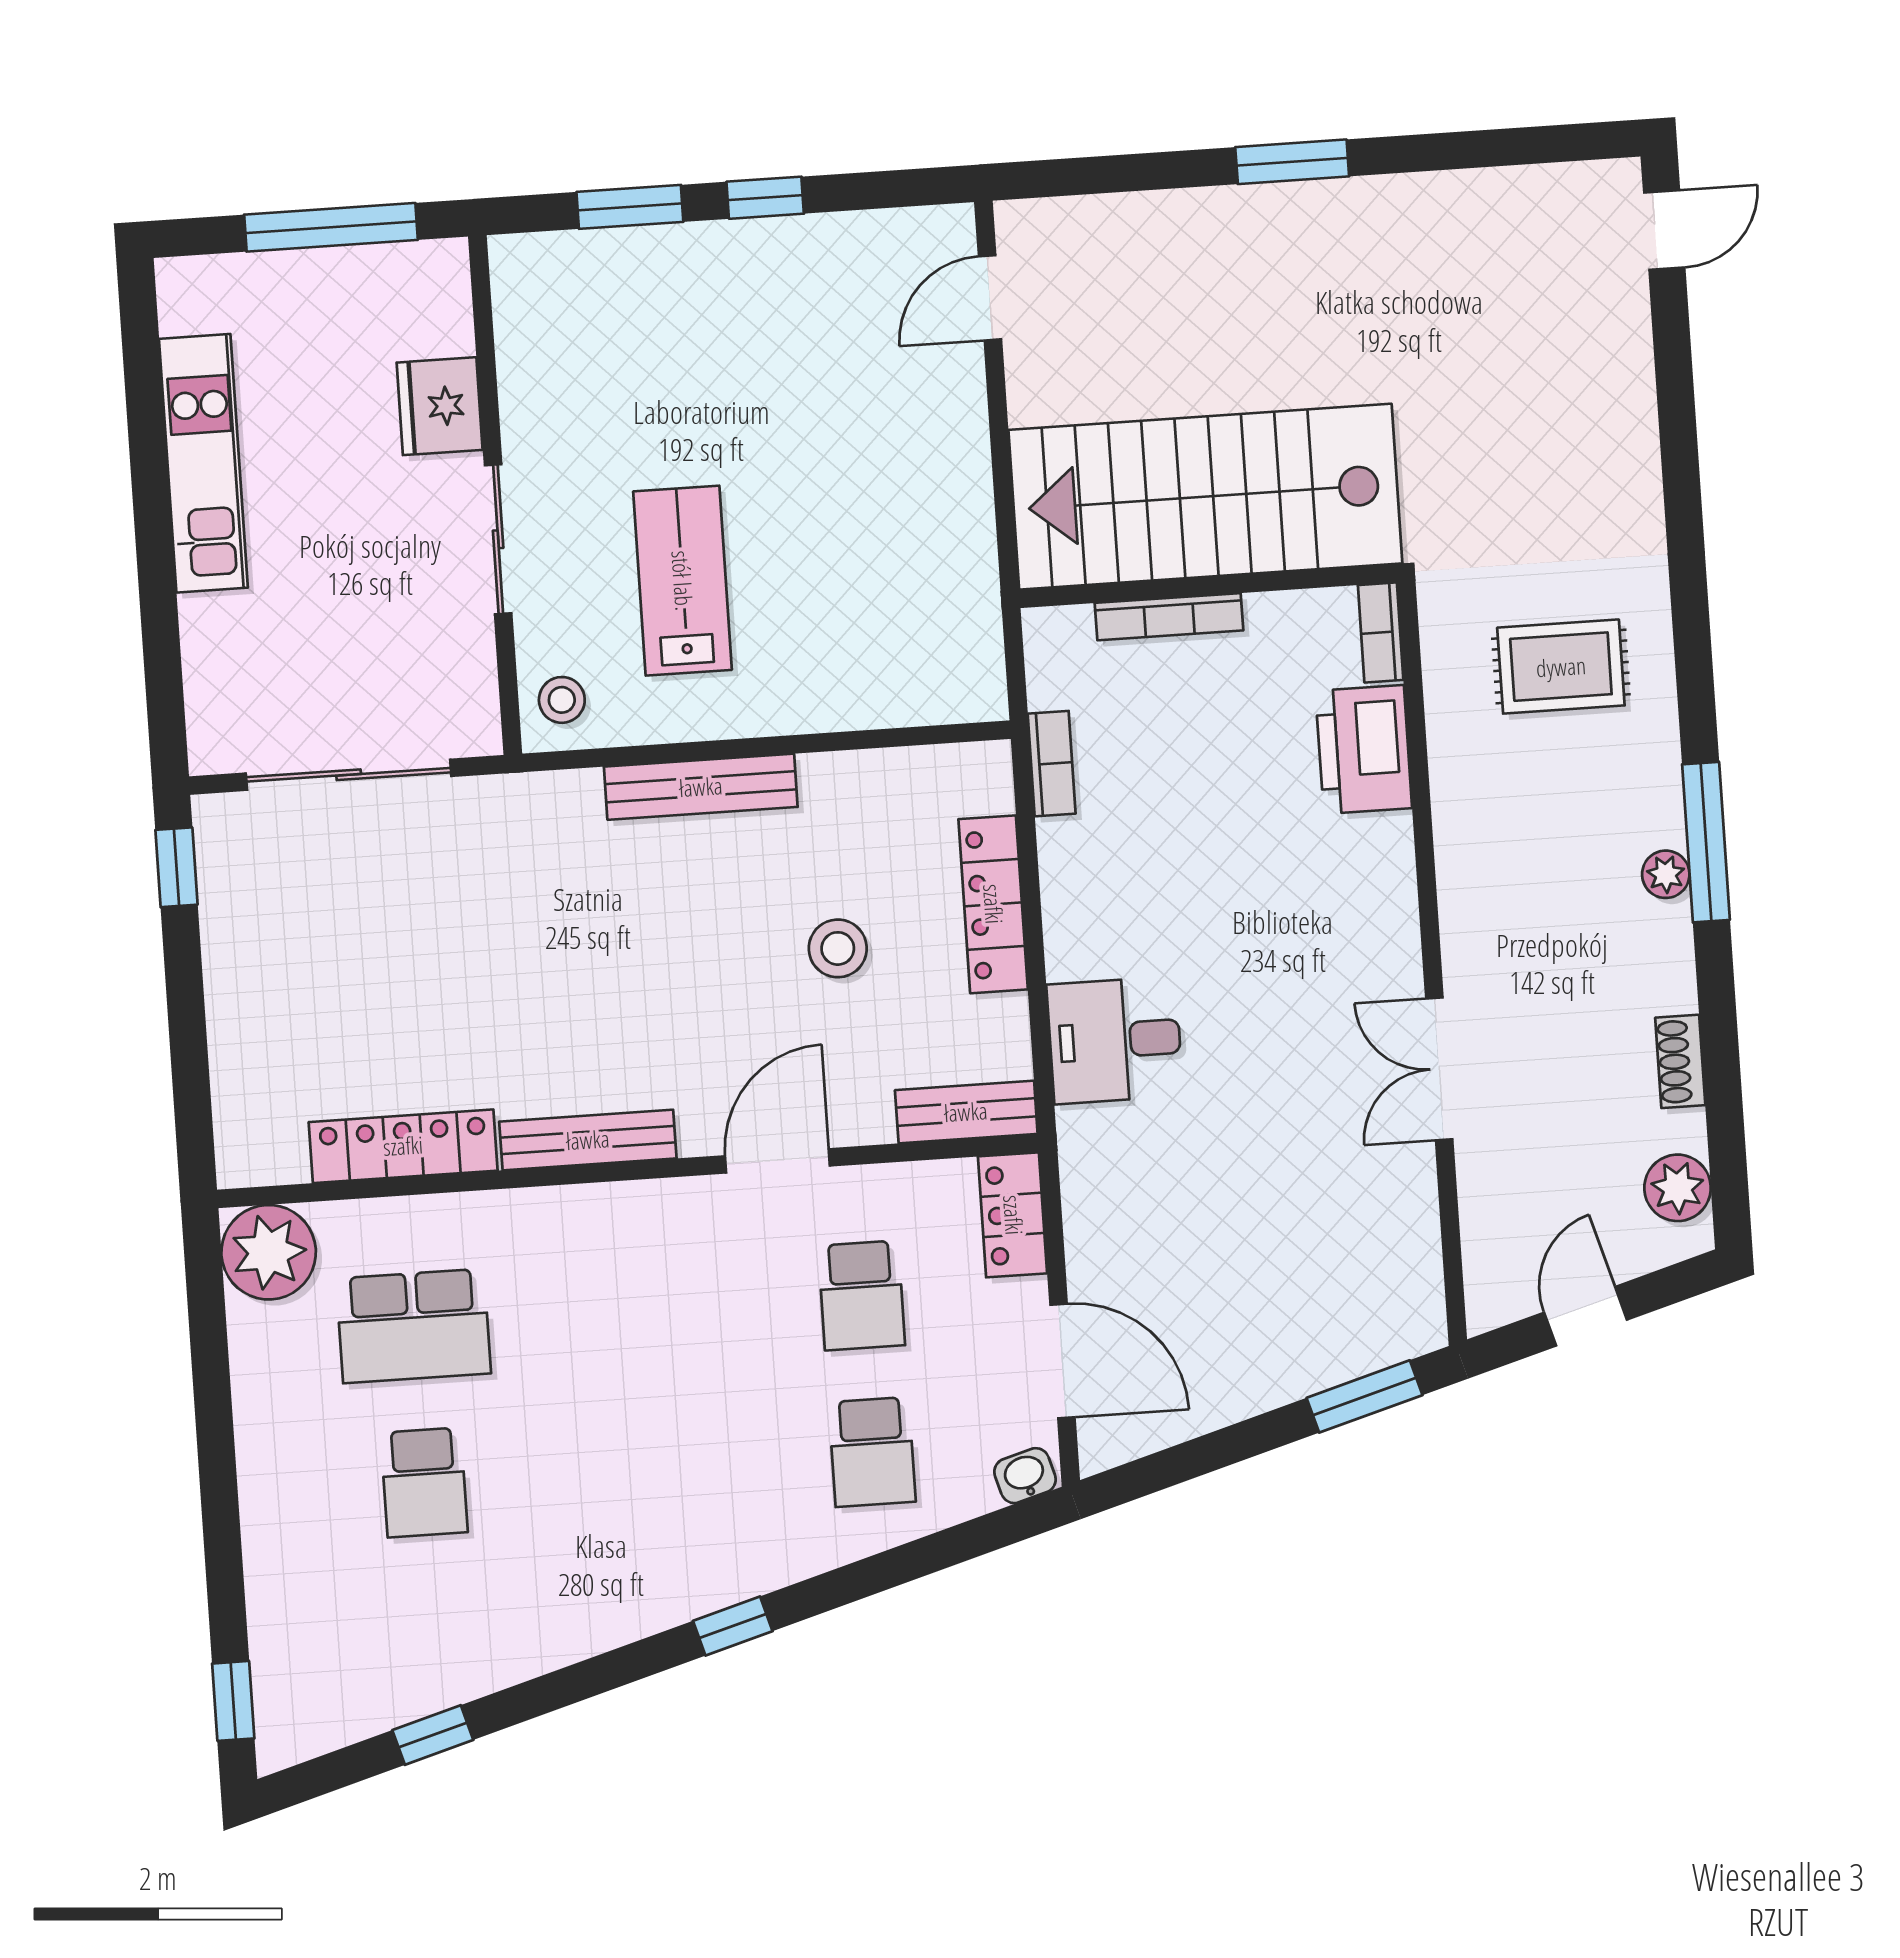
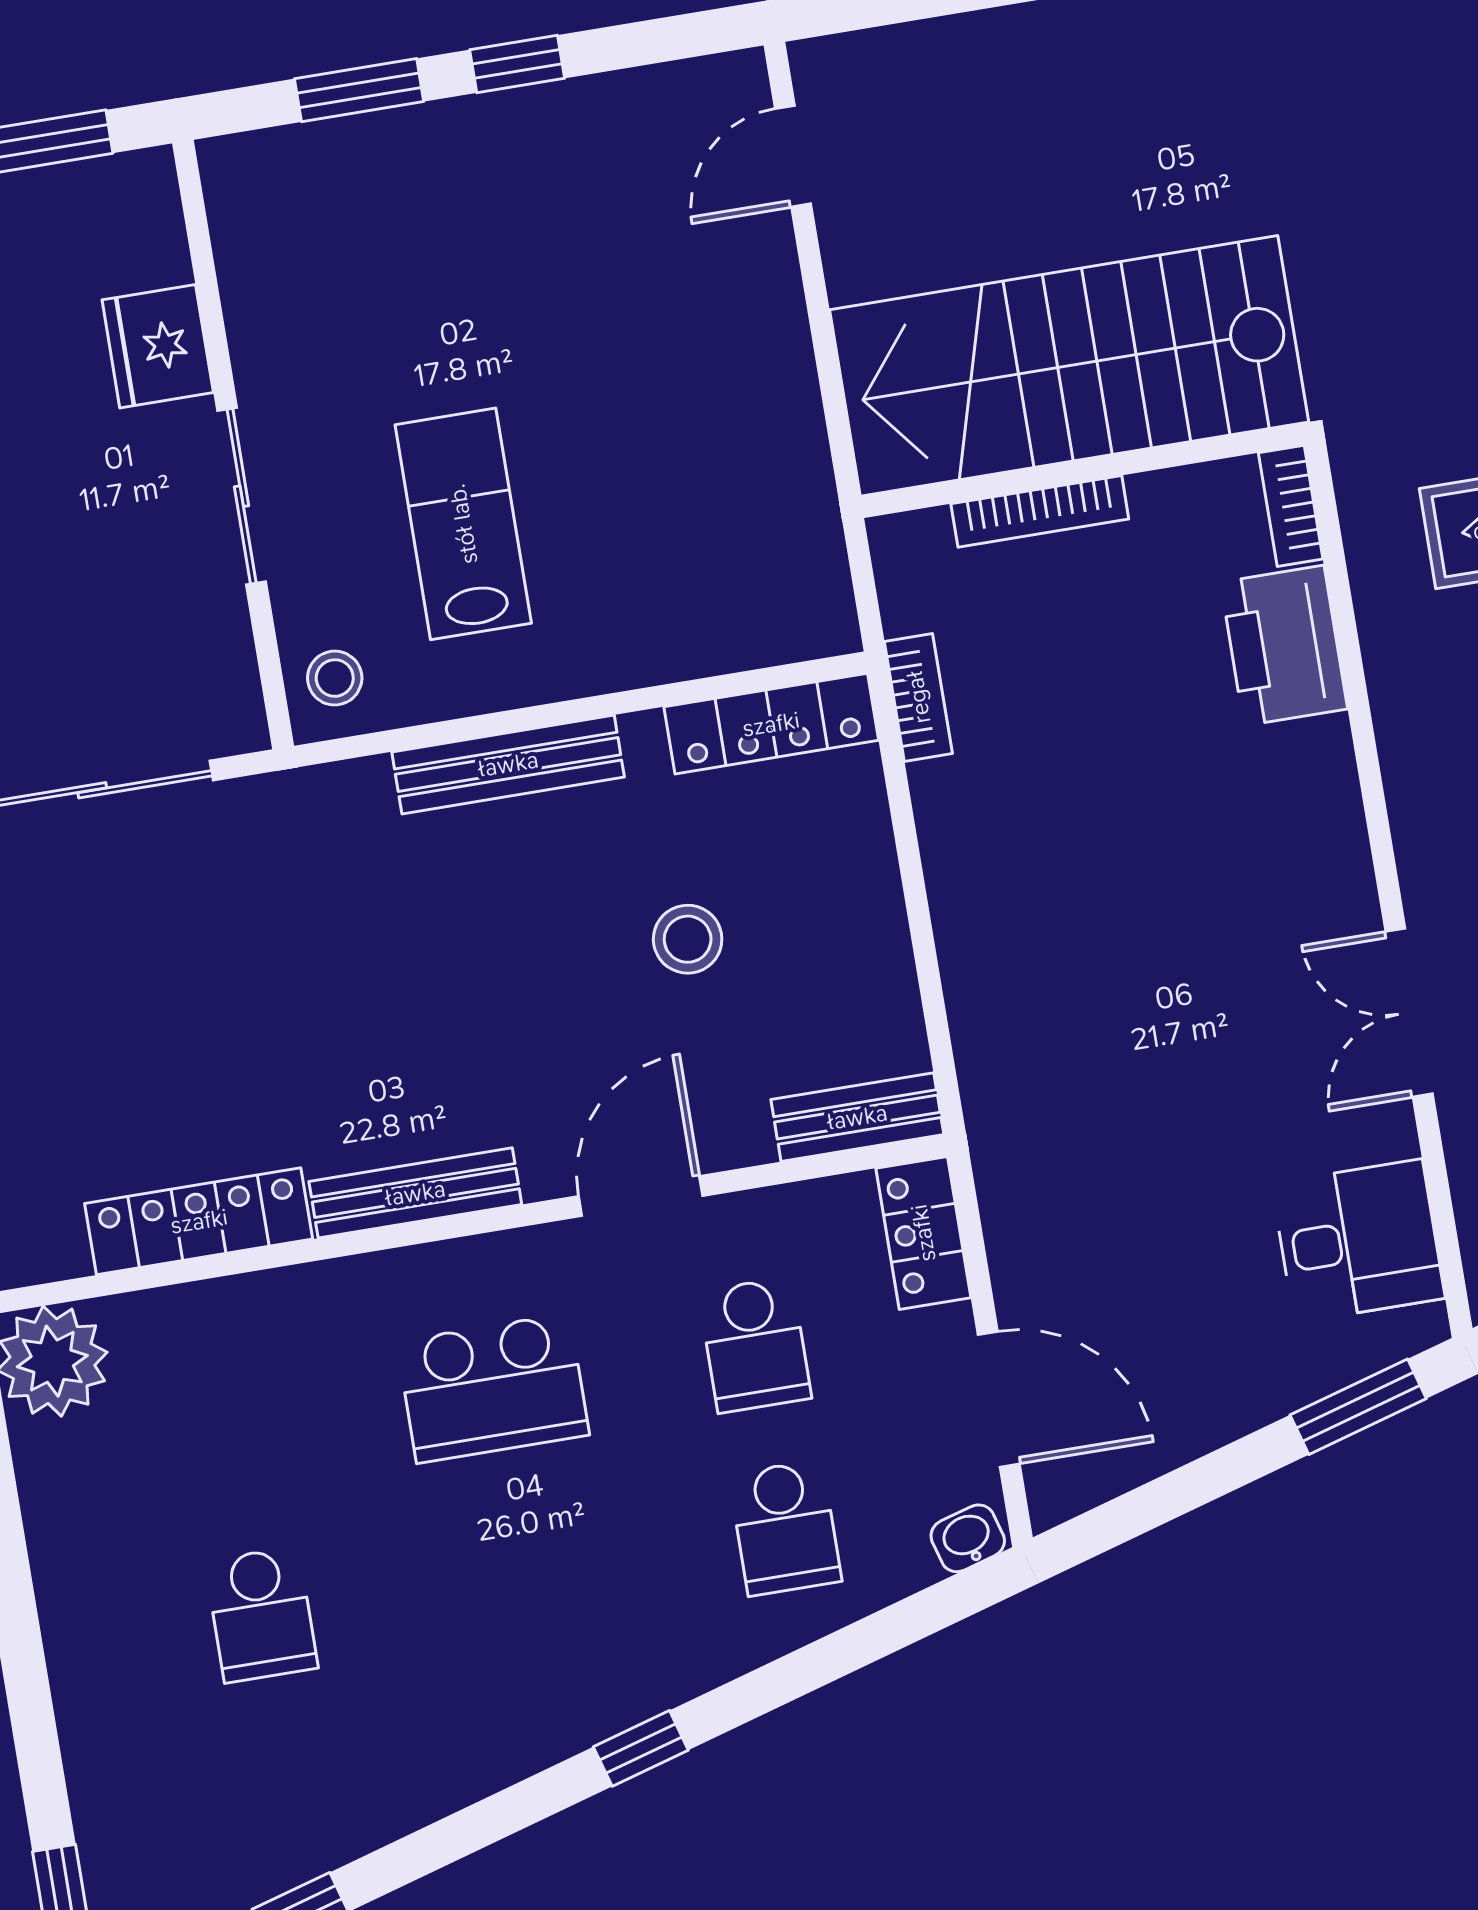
locker: (993, 904) -> (771, 724), moved, turned -90
desk: (1115, 1040) -> (1358, 1241), moved, turned 180
school desk: (414, 1326) -> (493, 1388), moved

